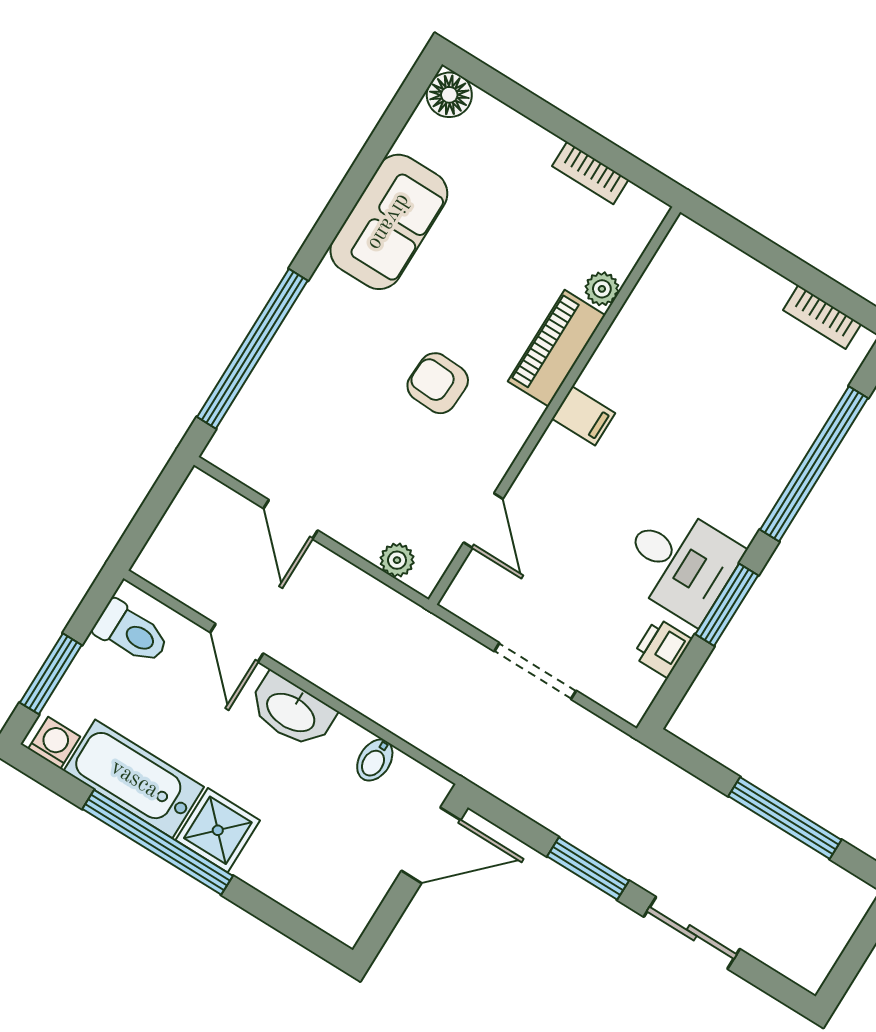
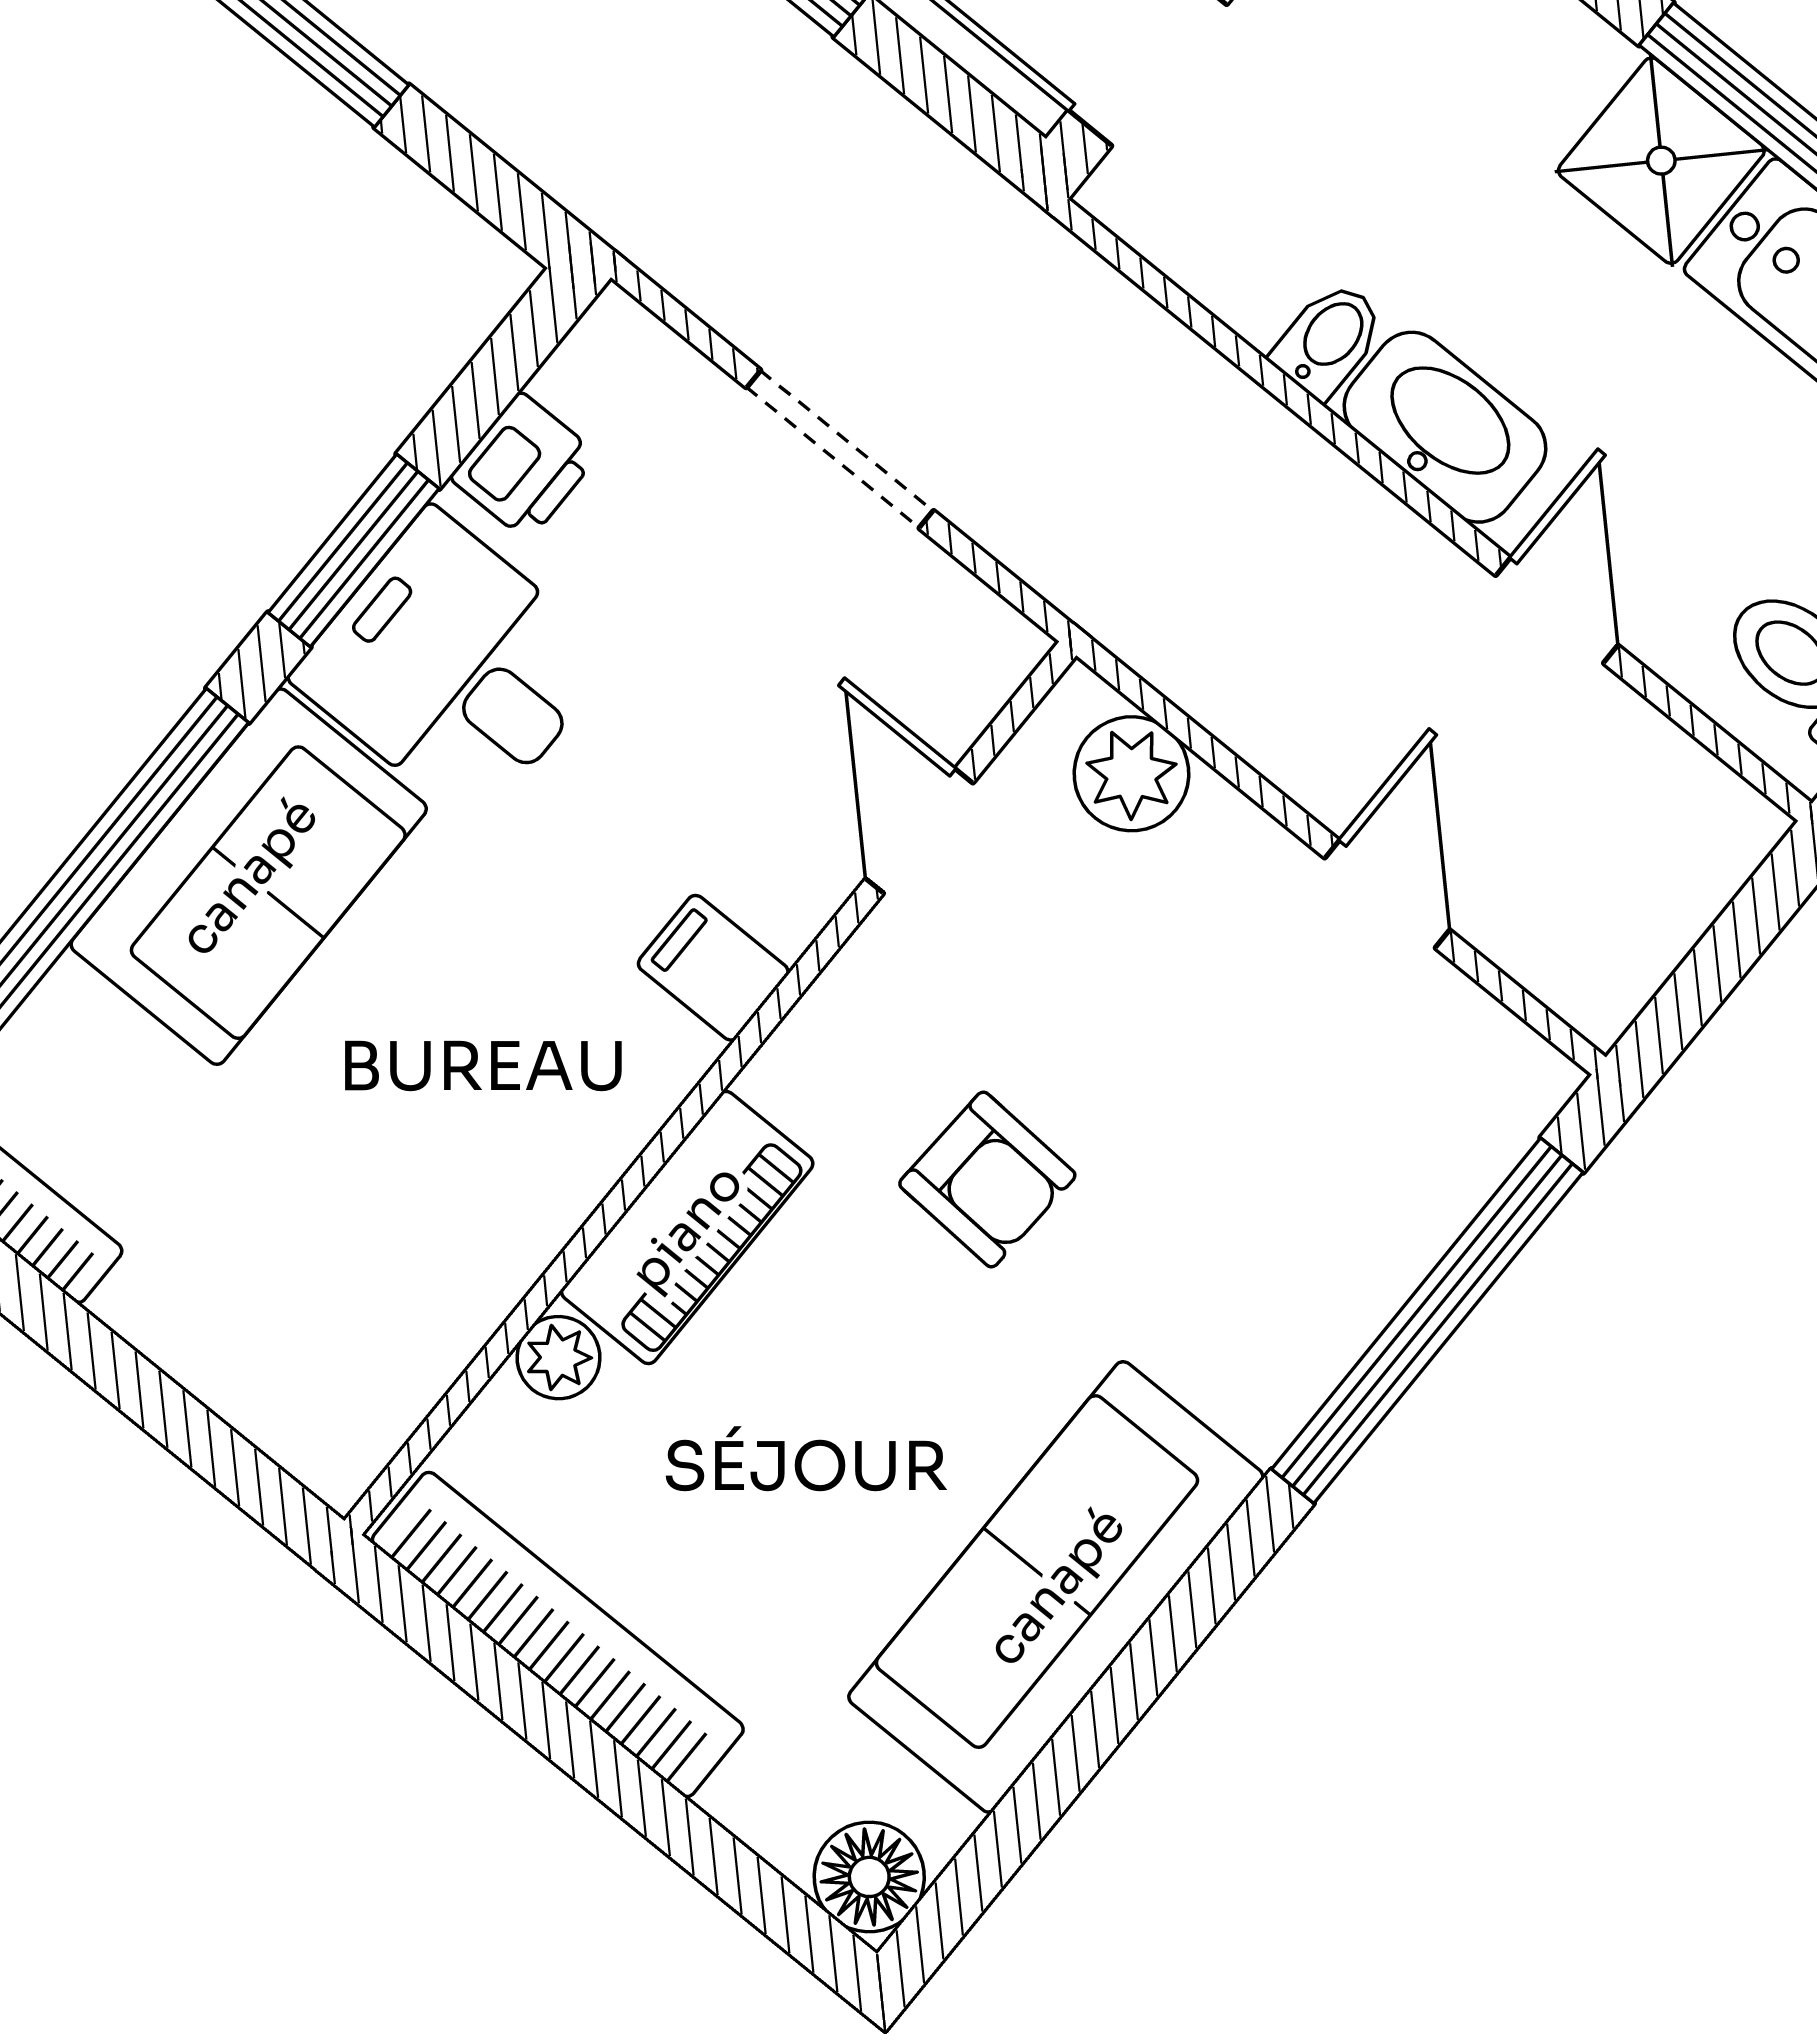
bookcase: (590, 173) -> (558, 1635), width x2.31, depth x1.31
sofa: (389, 222) -> (1056, 1587), width x1.36
filing cabinet: (584, 416) -> (713, 968), moved
sofa: (752, 467) -> (249, 877), added
plant: (397, 560) -> (1131, 774), width x1.38, depth x1.38
bidet: (375, 760) -> (1328, 340), moved

